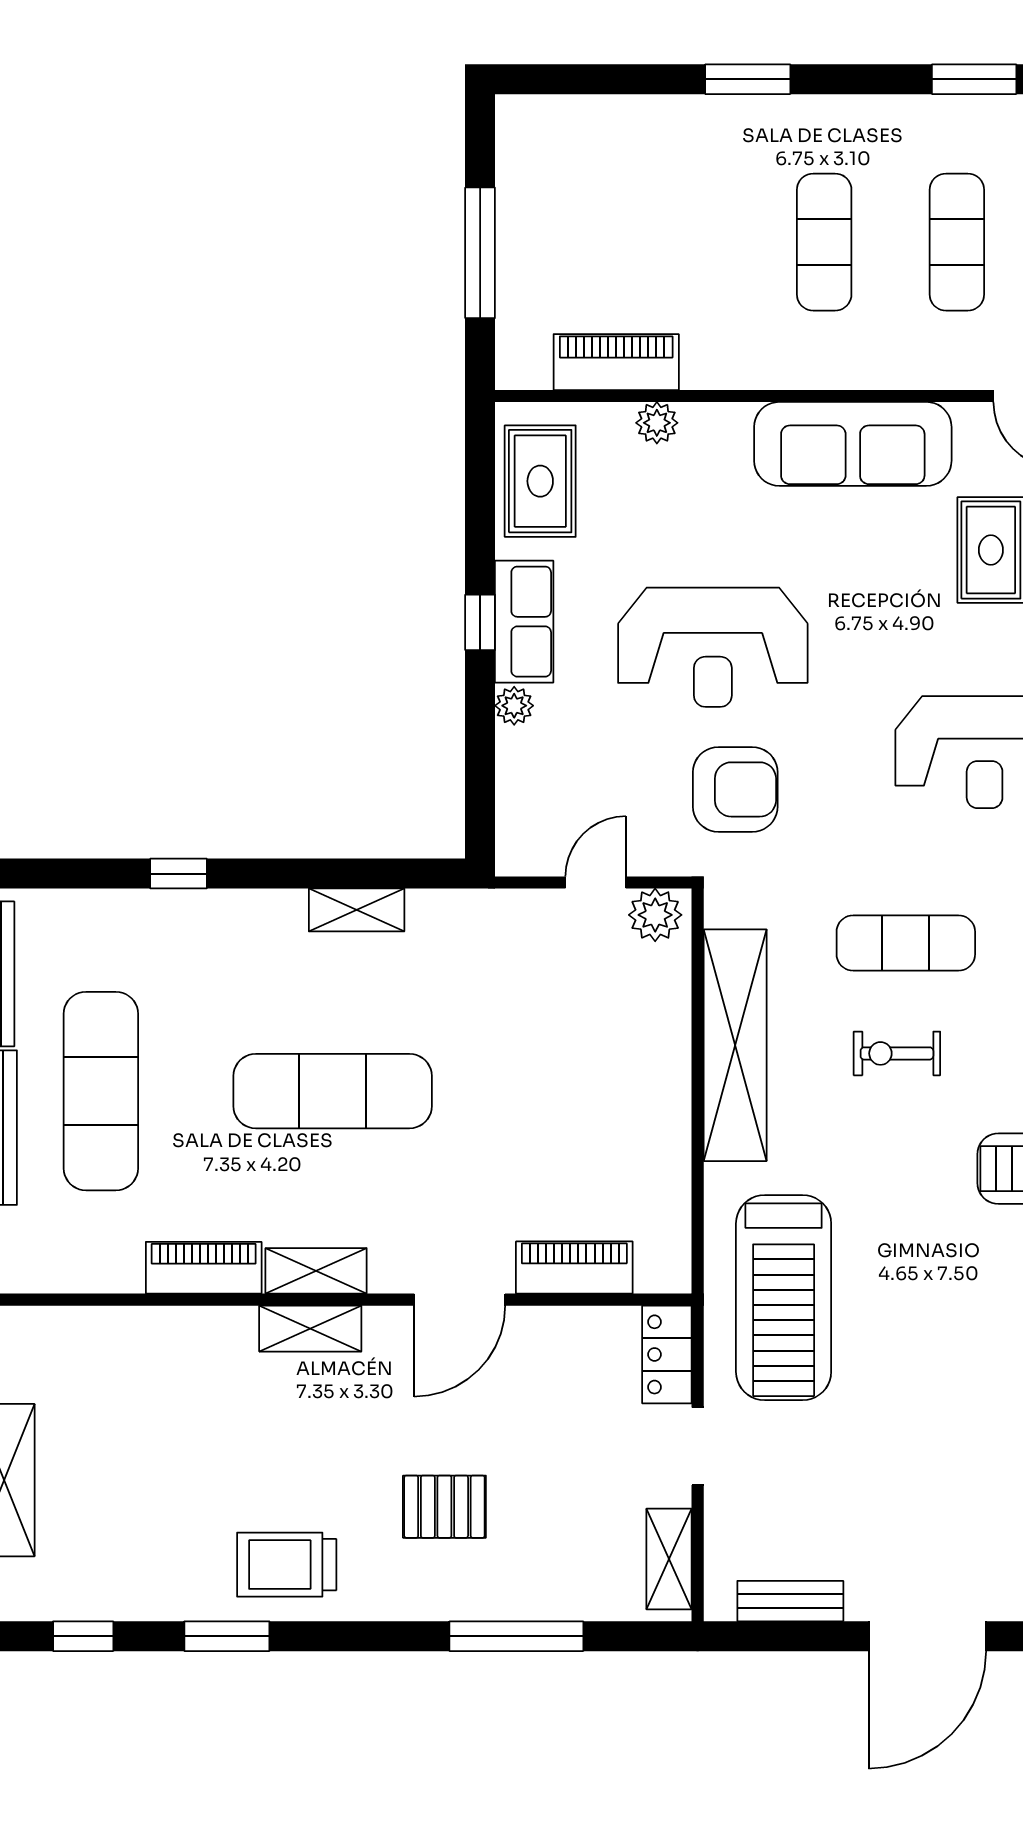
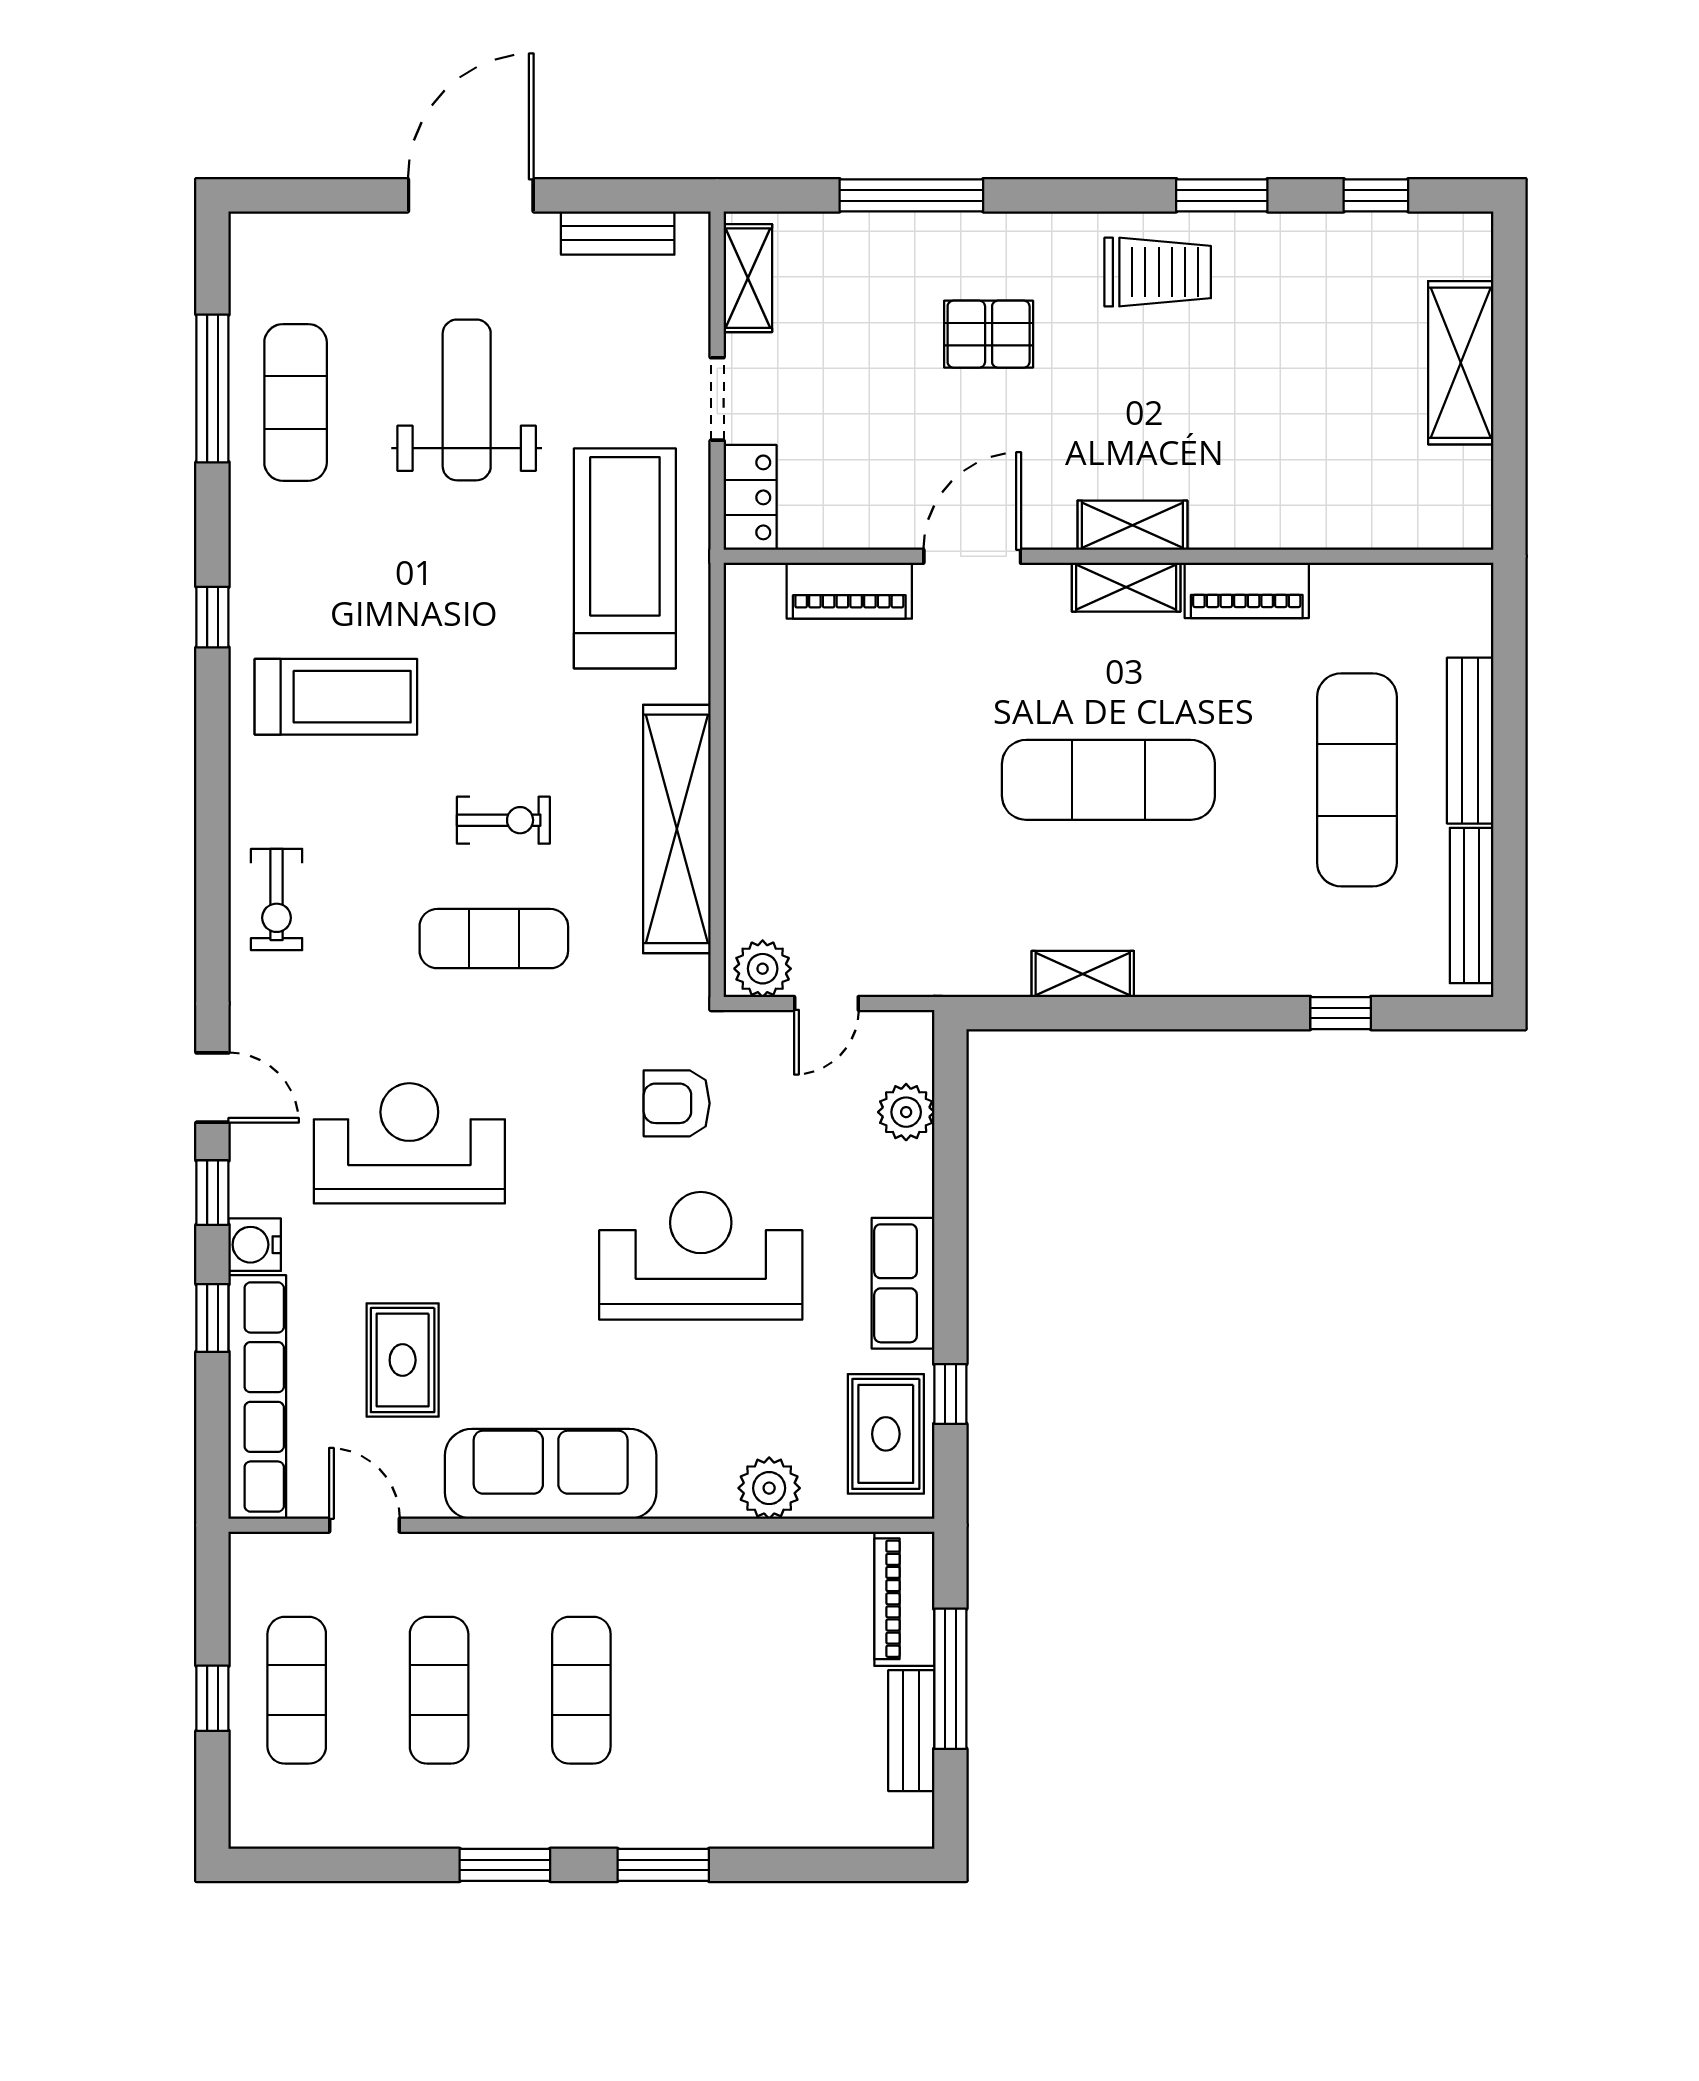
window: (974, 79) -> (505, 1865), moved
bench: (517, 204) -> (911, 1731), added
piano: (616, 362) -> (904, 1599), moved, turned 90
plant: (657, 423) -> (769, 1488), width x1.38, depth x1.38
window: (480, 622) -> (950, 1394), moved
plant: (514, 706) -> (906, 1112), moved, width x1.38, depth x1.38
armchair: (735, 789) -> (677, 1103), width x0.72, depth x0.72
window: (179, 874) -> (1341, 1013), moved
weight bench: (931, 1445) -> (467, 400), added

